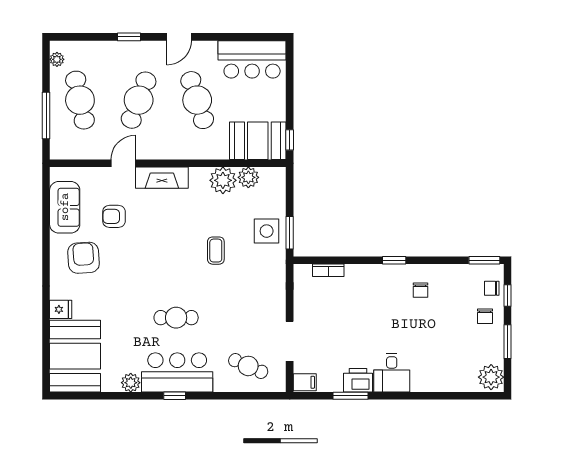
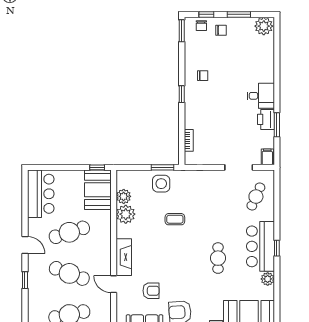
armchair: (114, 216) -> (151, 291), turned -90
cafe table: (176, 318) -> (218, 258), moved

